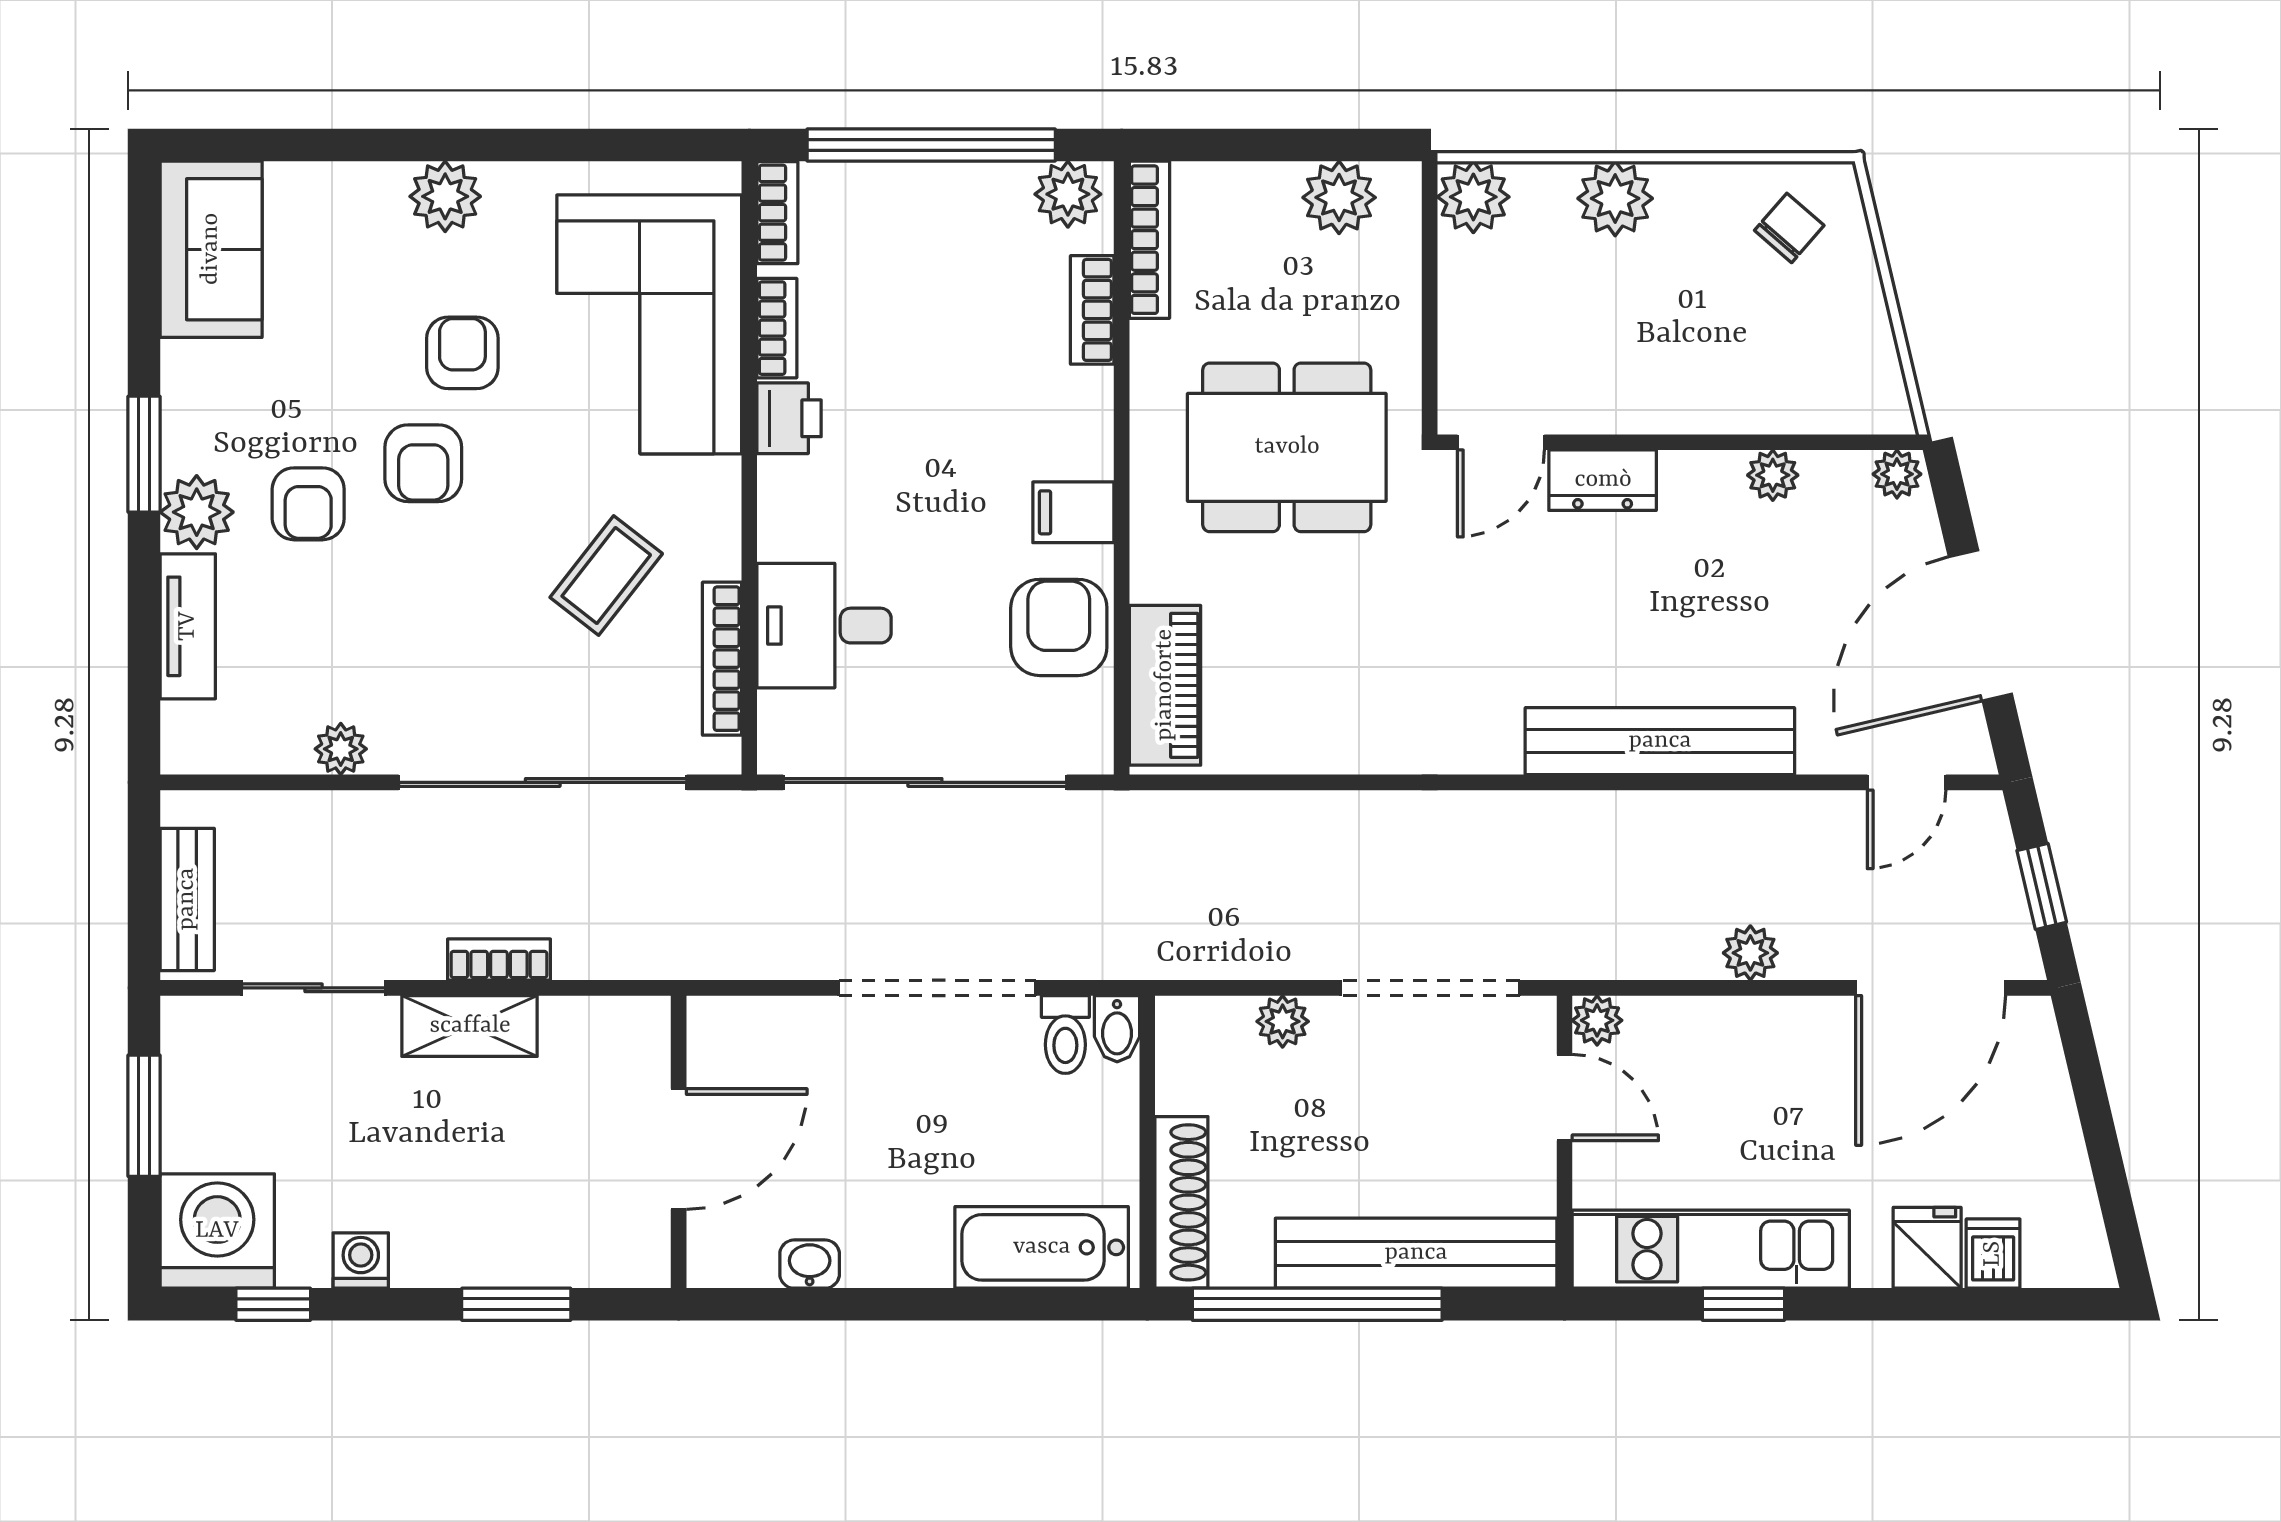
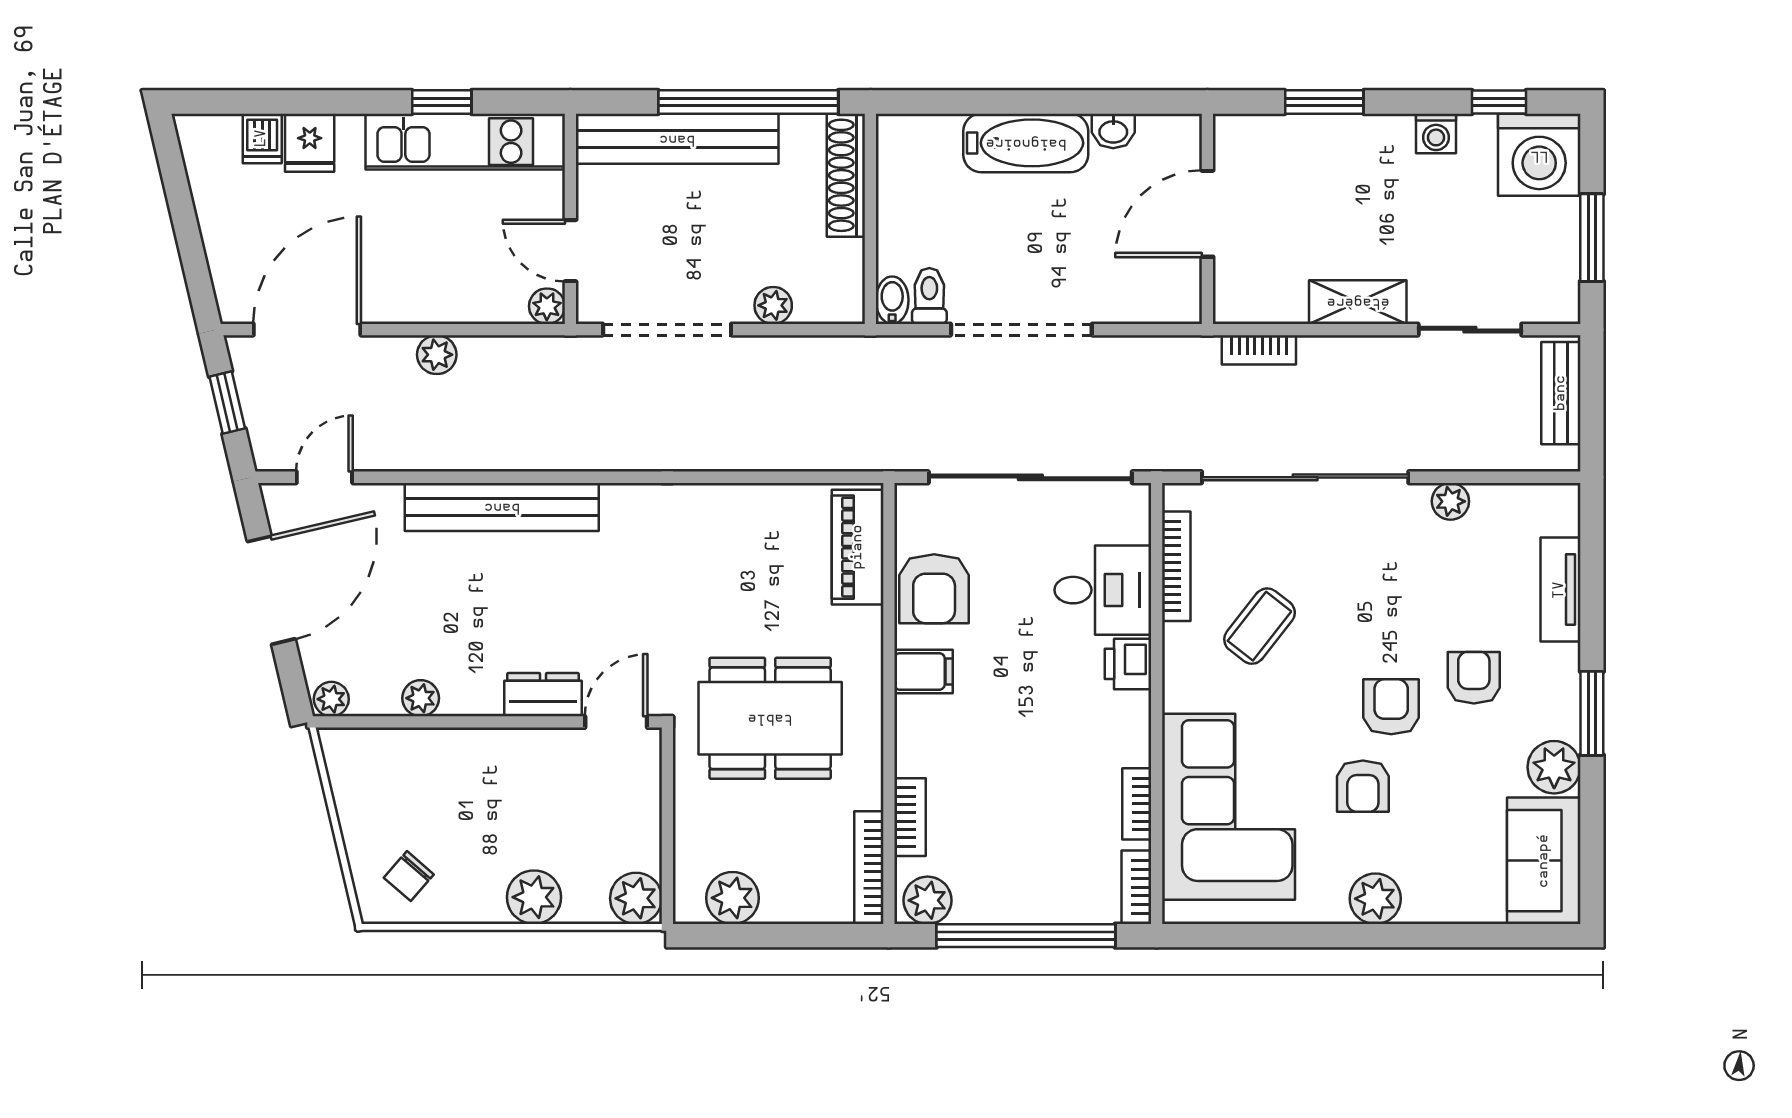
printer: (789, 418) -> (1128, 664), moved
plant: (197, 512) -> (1554, 767), moved
bookcase: (499, 960) -> (1259, 350), moved
bathtub: (1042, 1247) -> (1026, 143), moved

